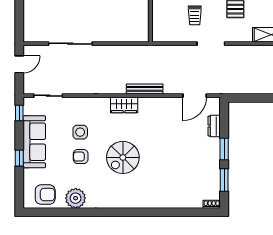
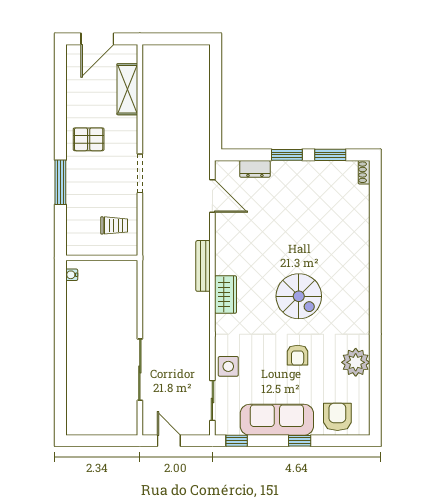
trolley: (195, 15) -> (114, 225), moved
side table: (80, 132) -> (228, 366), moved
armchair: (45, 195) -> (337, 417), moved

